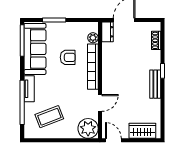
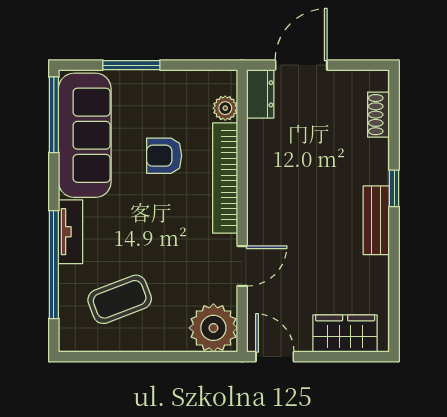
armchair: (68, 57) -> (164, 156), turned 180

